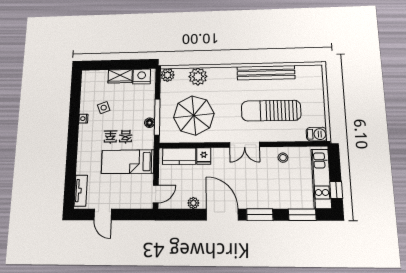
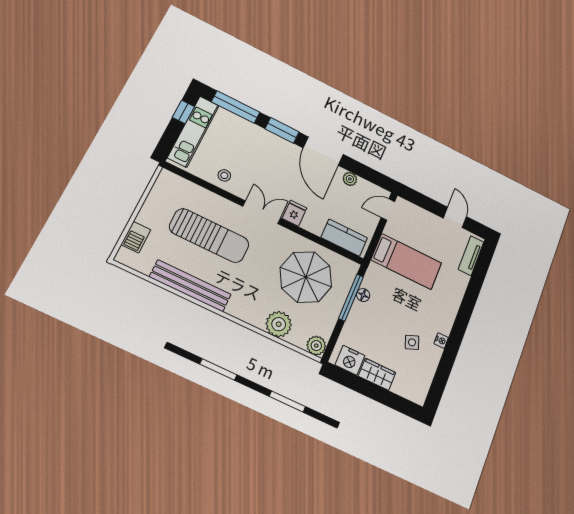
barbecue: (317, 134) -> (136, 237), moved, turned -90
fridge: (204, 156) -> (294, 213), moved
window: (302, 215) -> (236, 107), width x1.44

